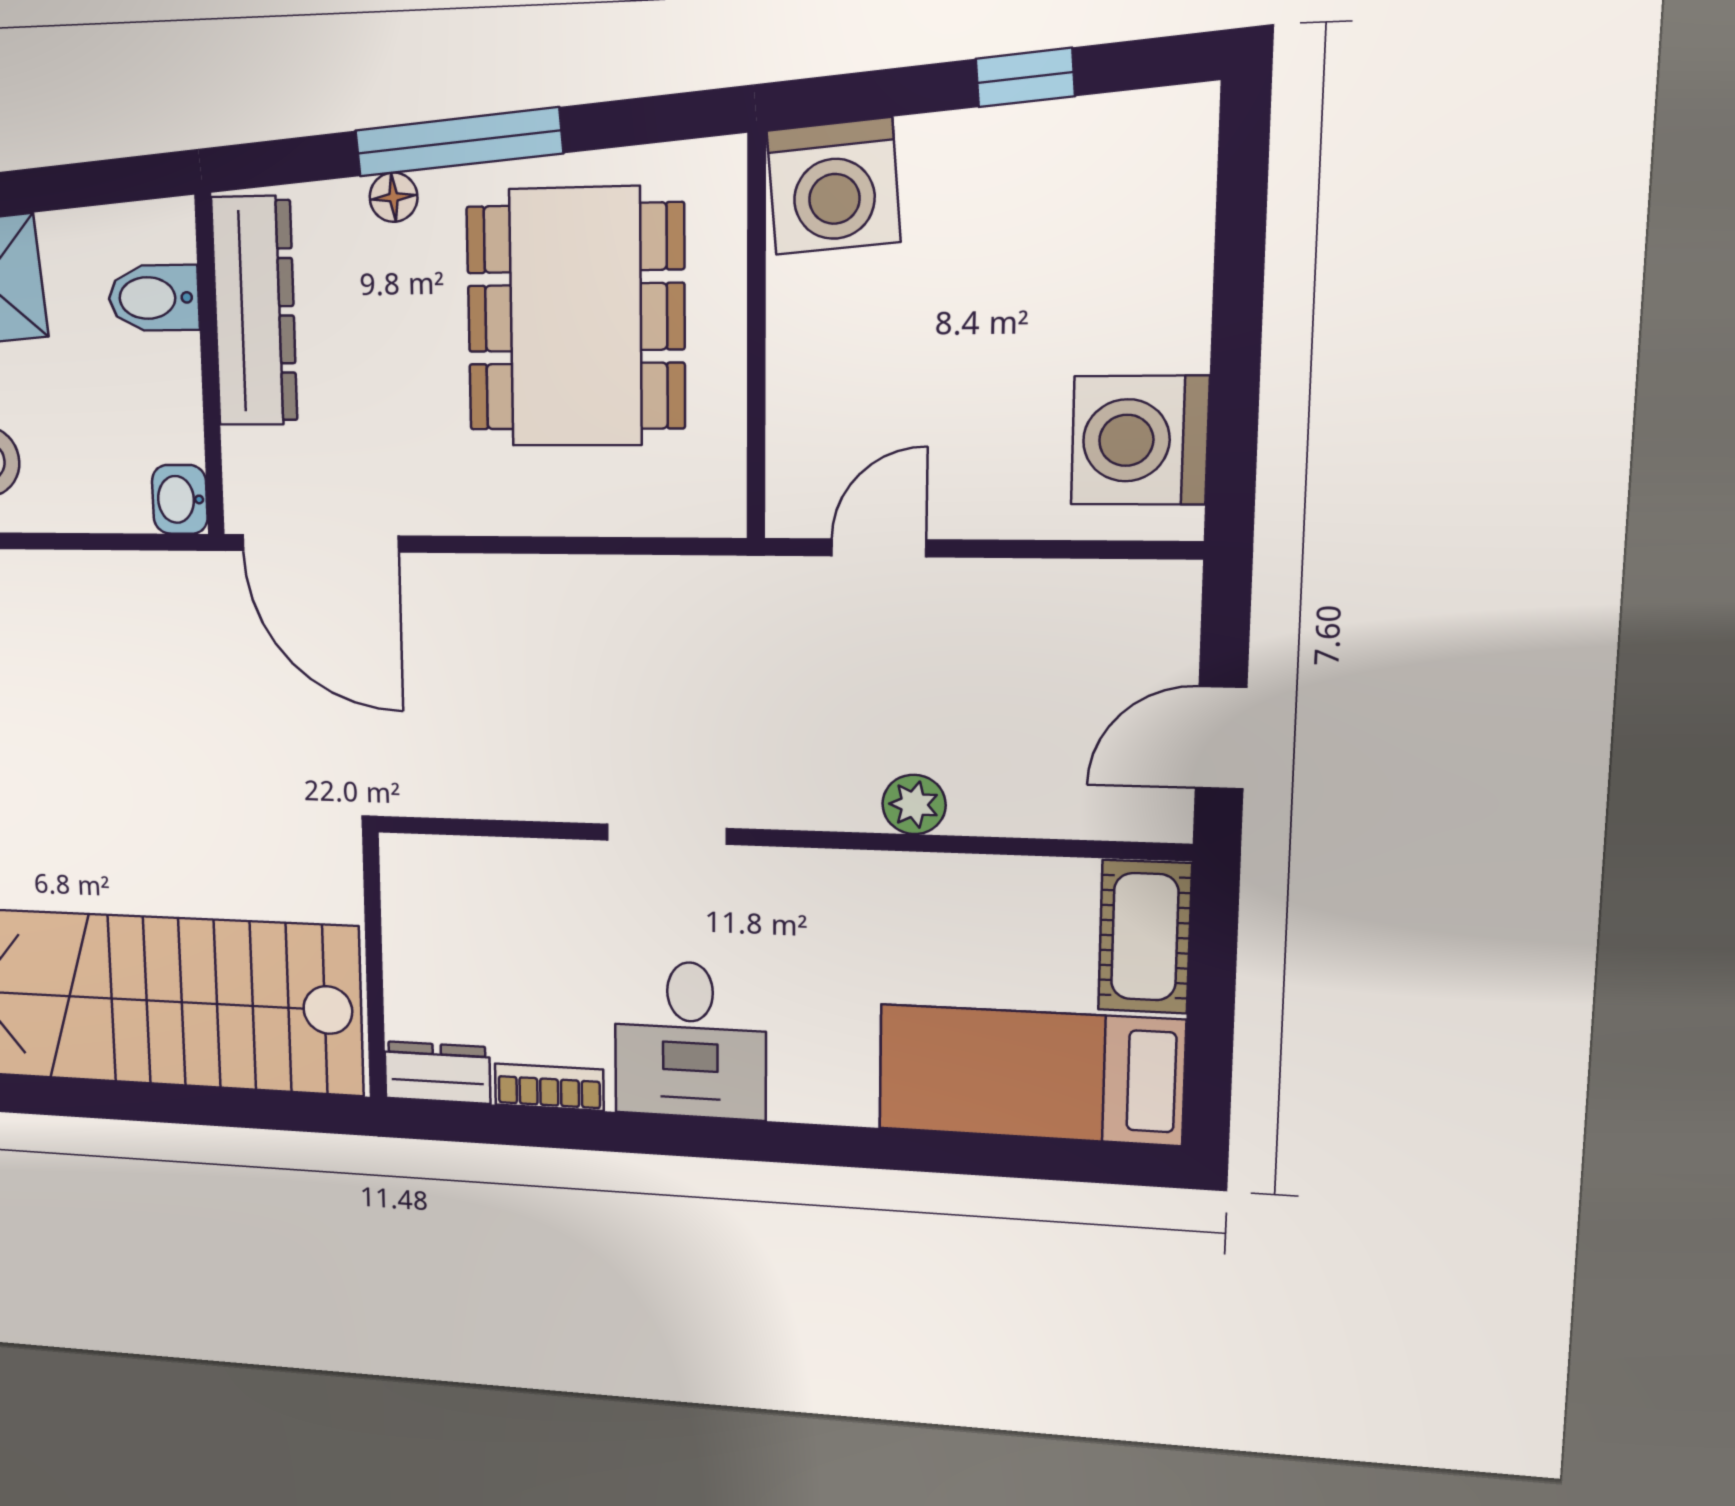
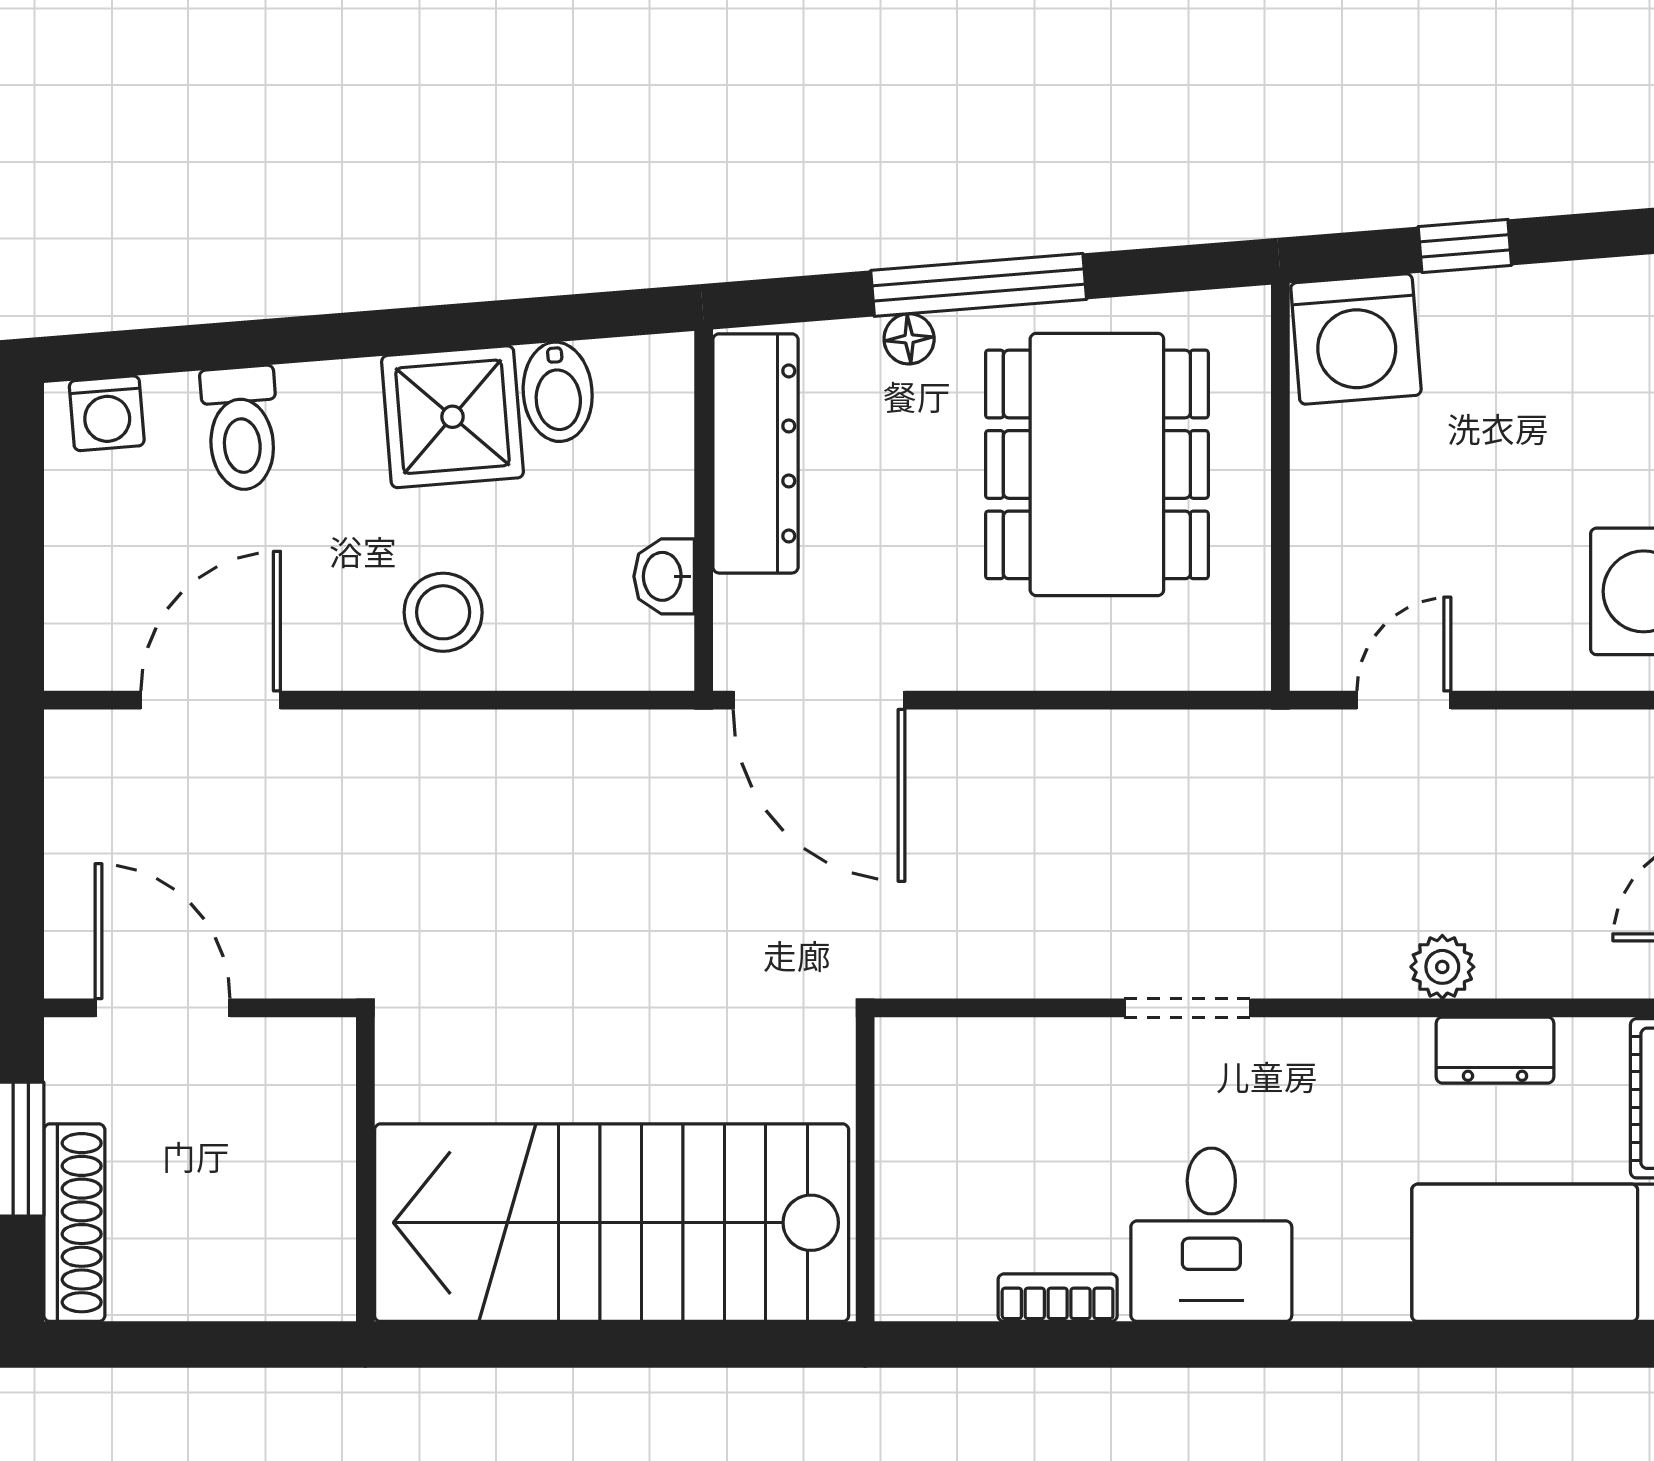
window: (1025, 77) -> (1465, 246), moved
bidet: (154, 298) -> (558, 392), moved, turned -95
washbasin: (180, 499) -> (664, 576), moved
dresser: (437, 1073) -> (1495, 1050), moved, turned 180

